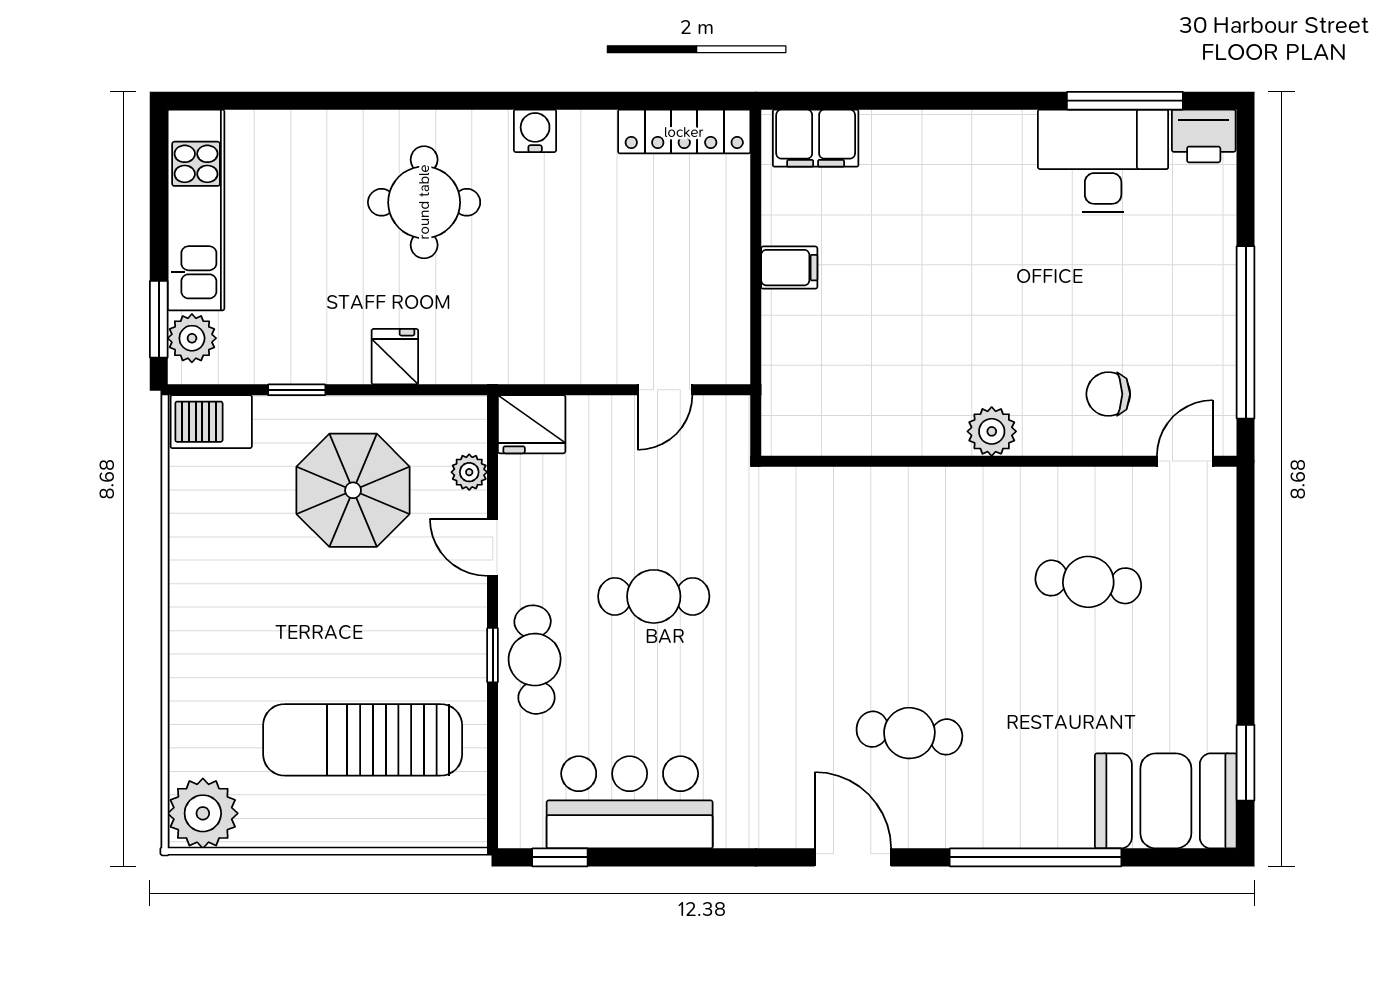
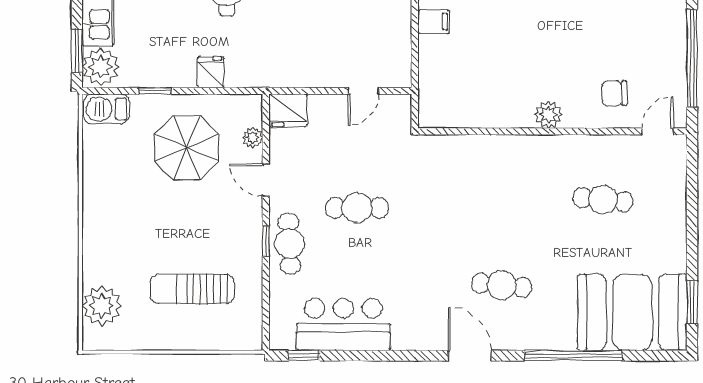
plant: (192, 338) -> (101, 67), width x1.36, depth x1.36
sun lounger: (363, 740) -> (192, 289), width x0.73, depth x0.75
booth: (1166, 801) -> (632, 312), width x1.36, depth x1.42
plant: (203, 813) -> (102, 306), moved

